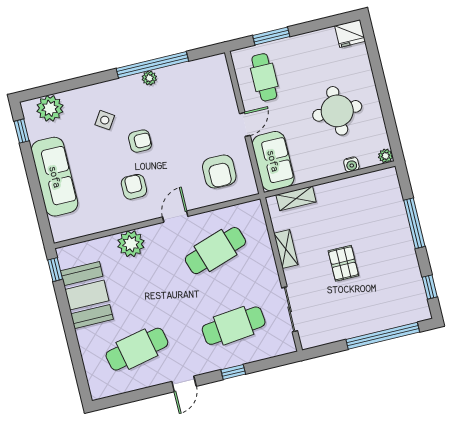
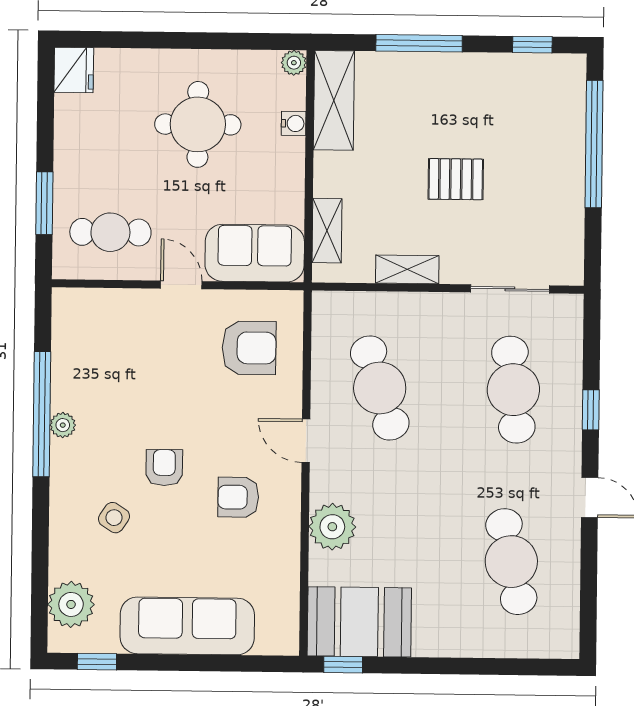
shelving: (370, 184) -> (334, 100), added
booth: (87, 295) -> (359, 622), moved

